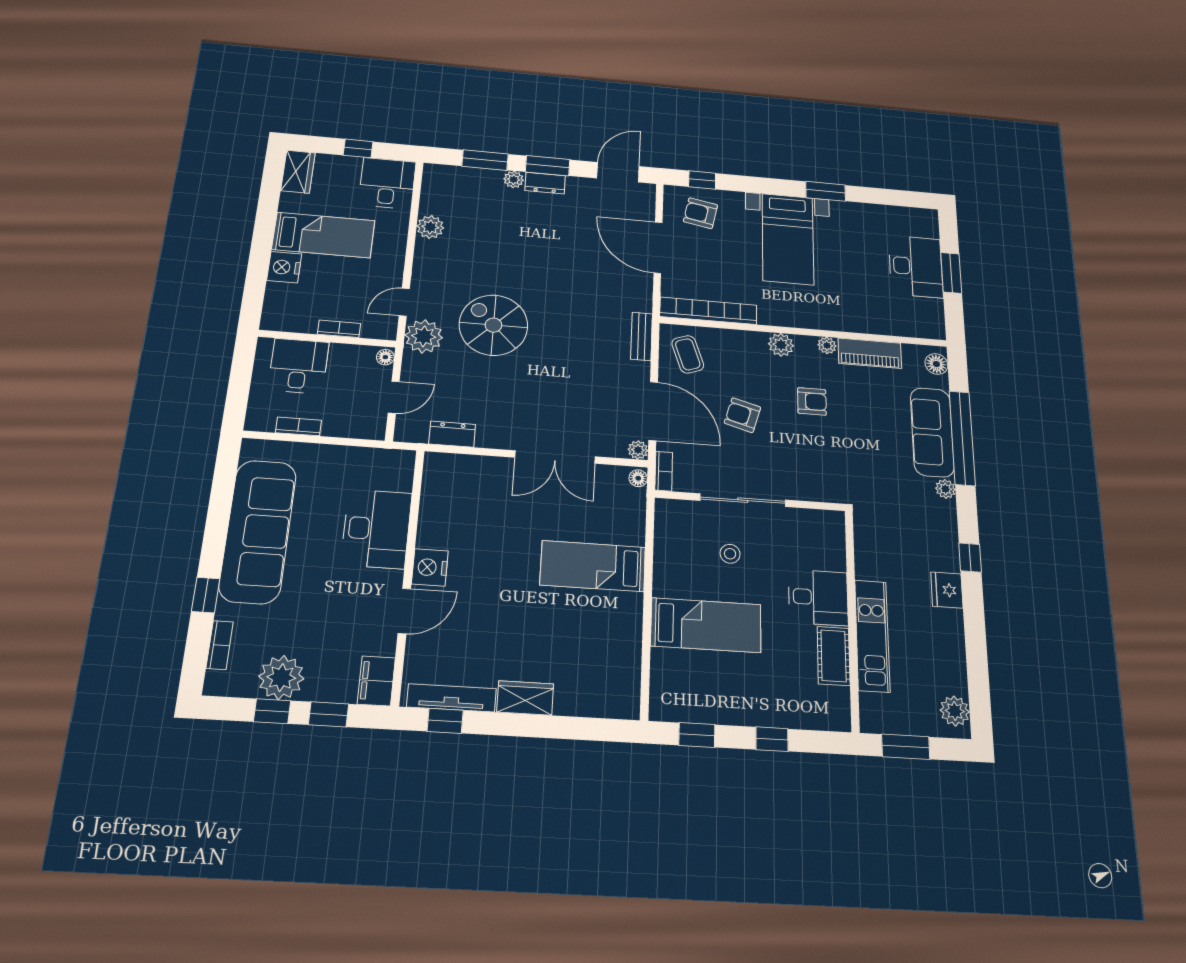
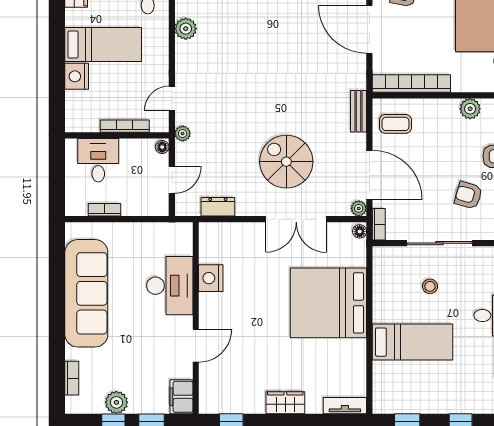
spiral stairs: (493, 325) -> (286, 162), moved
bookcase: (339, 329) -> (125, 126), width x1.56
plant: (424, 336) -> (183, 134), width x0.53, depth x0.53
coffee table: (688, 354) -> (395, 124), turned -71
armchair: (742, 415) -> (468, 195), moved
bed: (593, 566) -> (328, 303), width x2.04
nightstand: (430, 567) -> (211, 278), moved
window: (206, 595) -> (57, 343), removed
plant: (281, 677) -> (116, 402), width x0.73, depth x0.73
tv unit: (451, 698) -> (345, 406), moved, width x0.71

